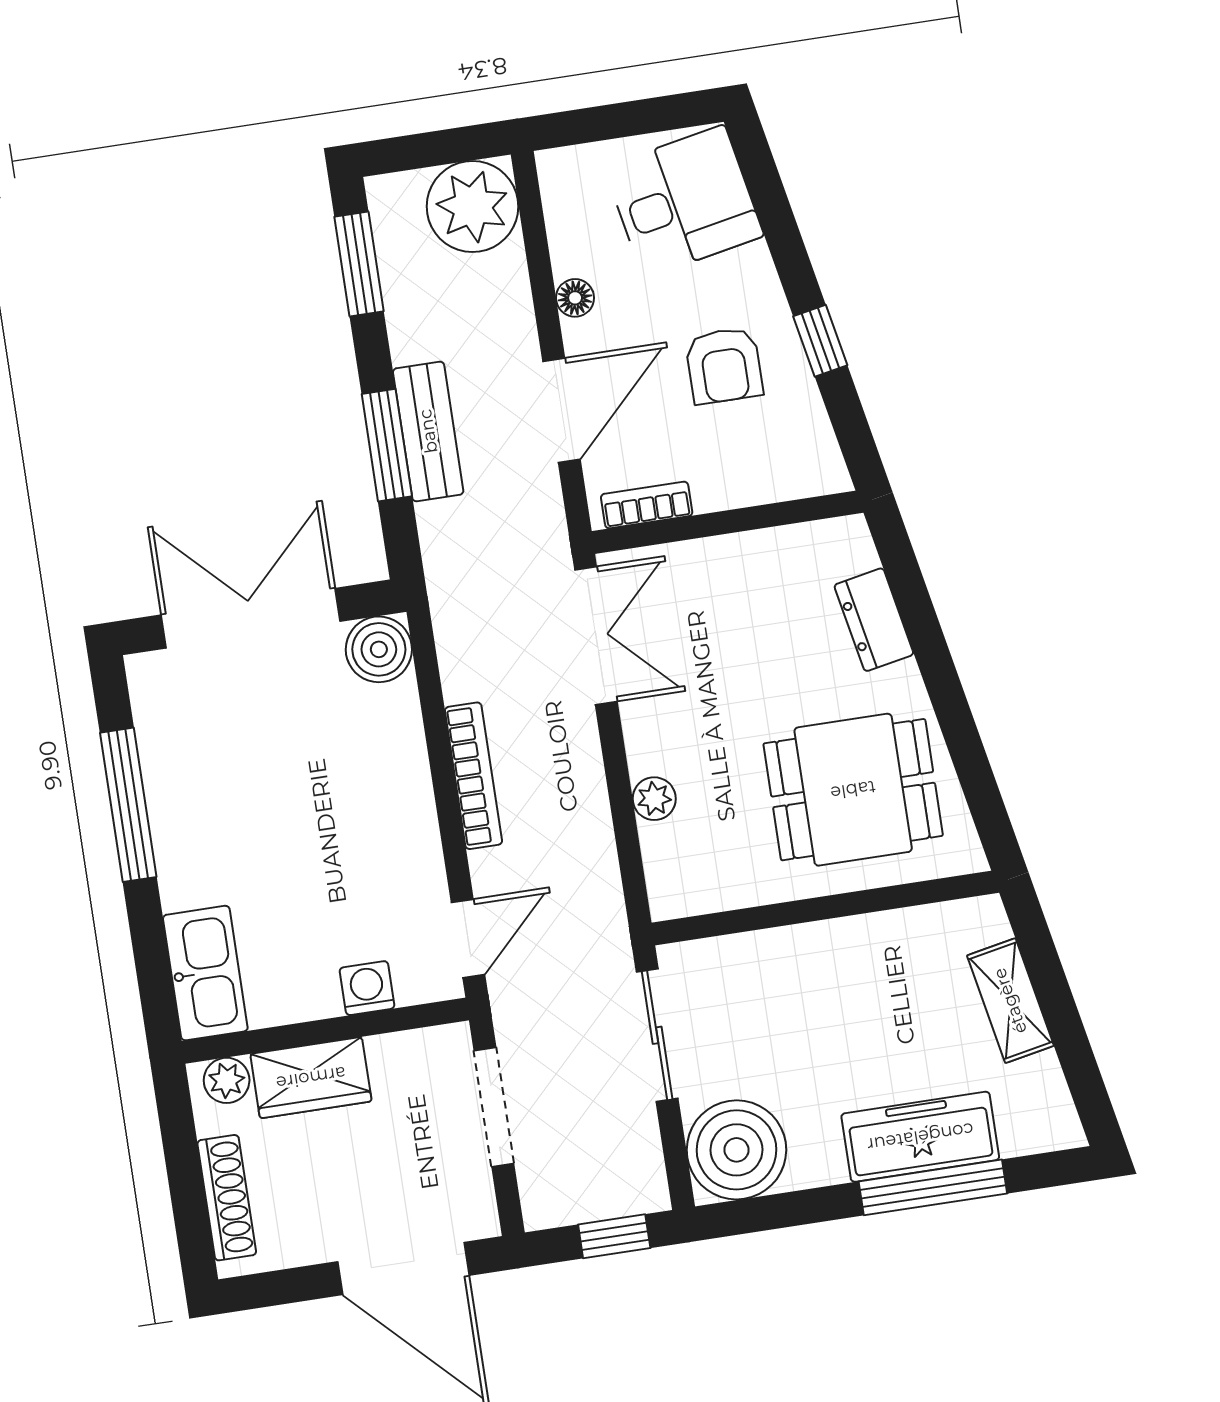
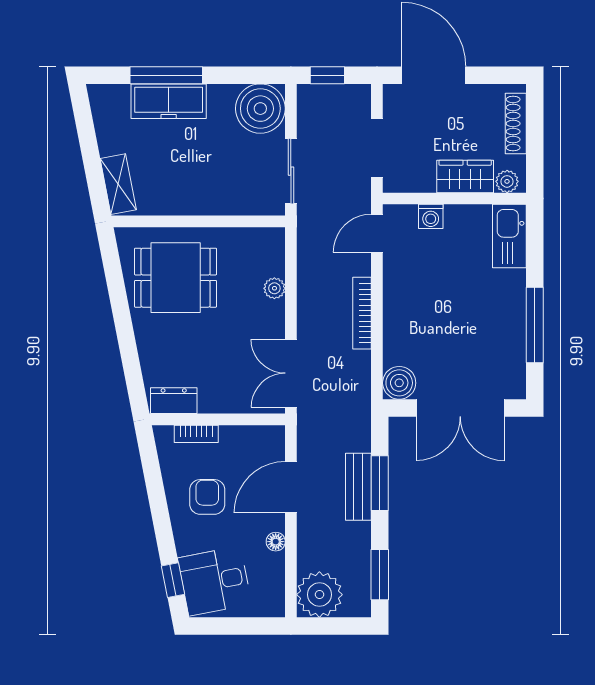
window: (820, 341) -> (173, 580), moved
bookcase: (647, 505) -> (196, 434), moved
dresser: (874, 620) -> (174, 401), moved, turned -79
shelving: (1010, 1001) -> (118, 184), moved

